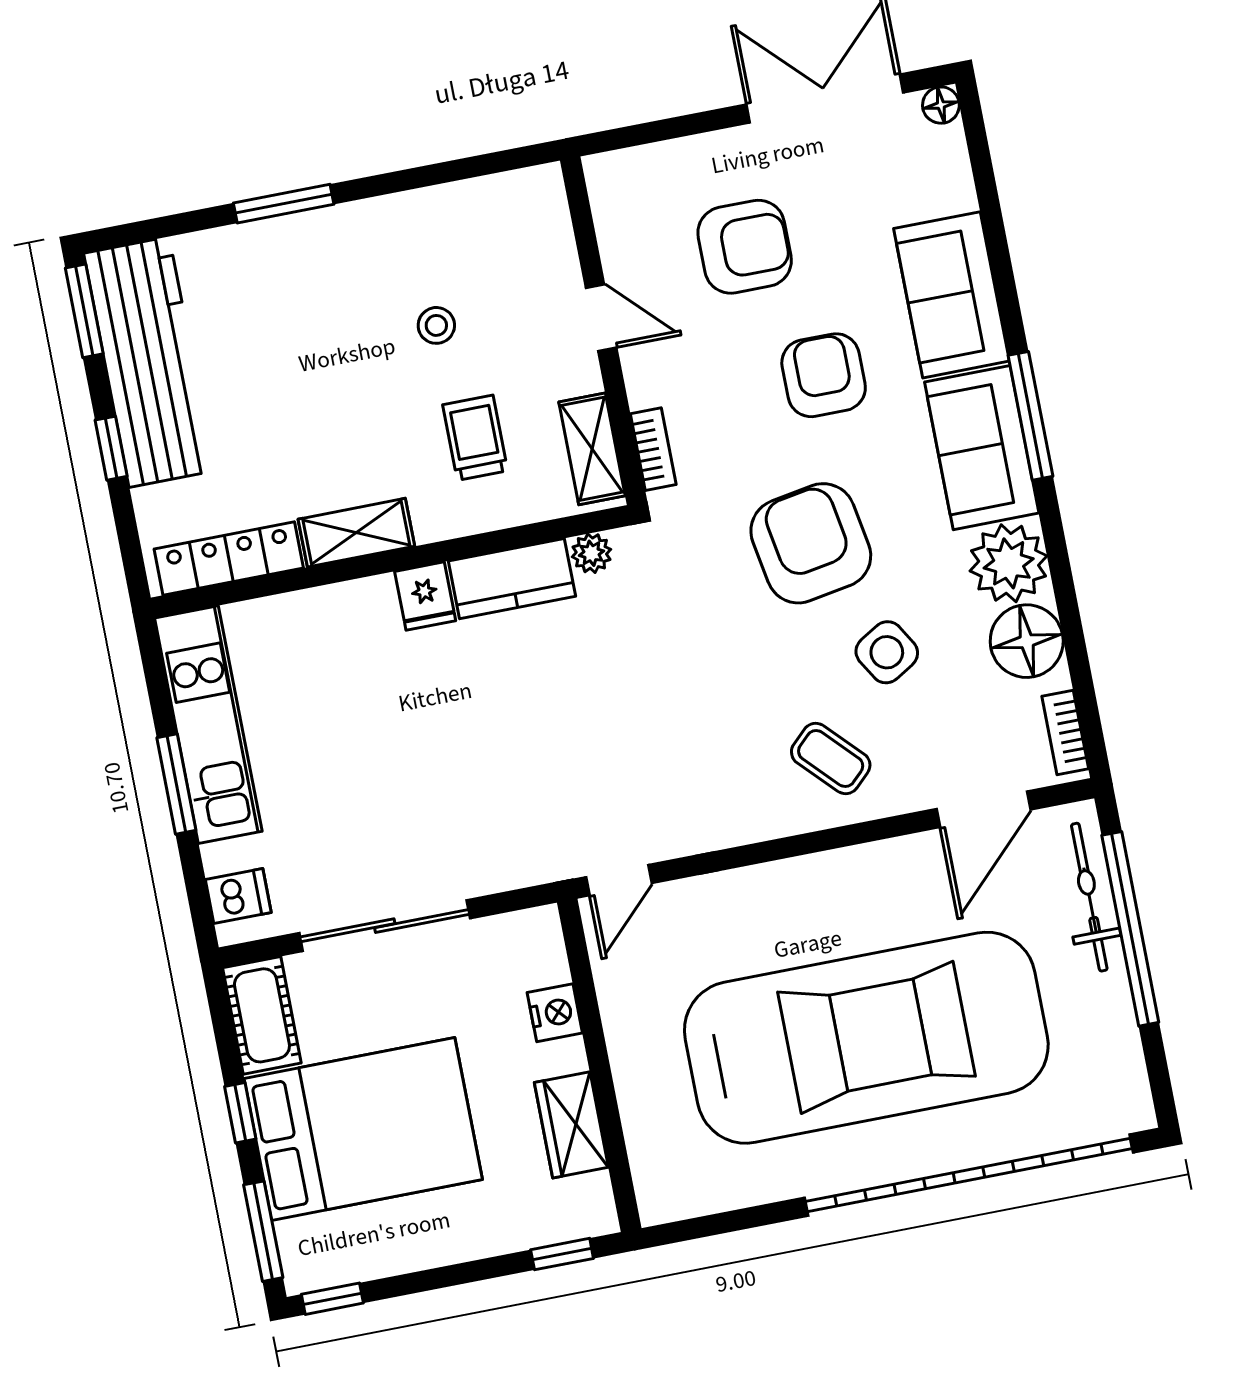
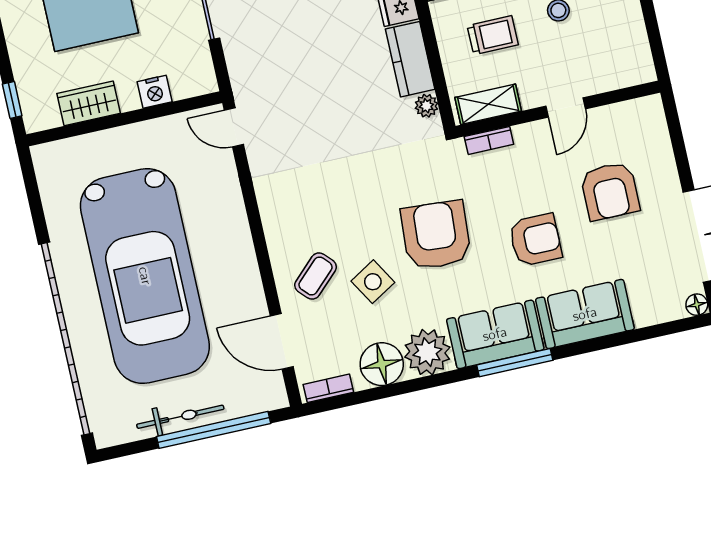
armchair: (811, 543) -> (436, 235), turned -76
coffee table: (831, 759) -> (316, 276), moved
bicycle: (1089, 897) -> (180, 417), moved

